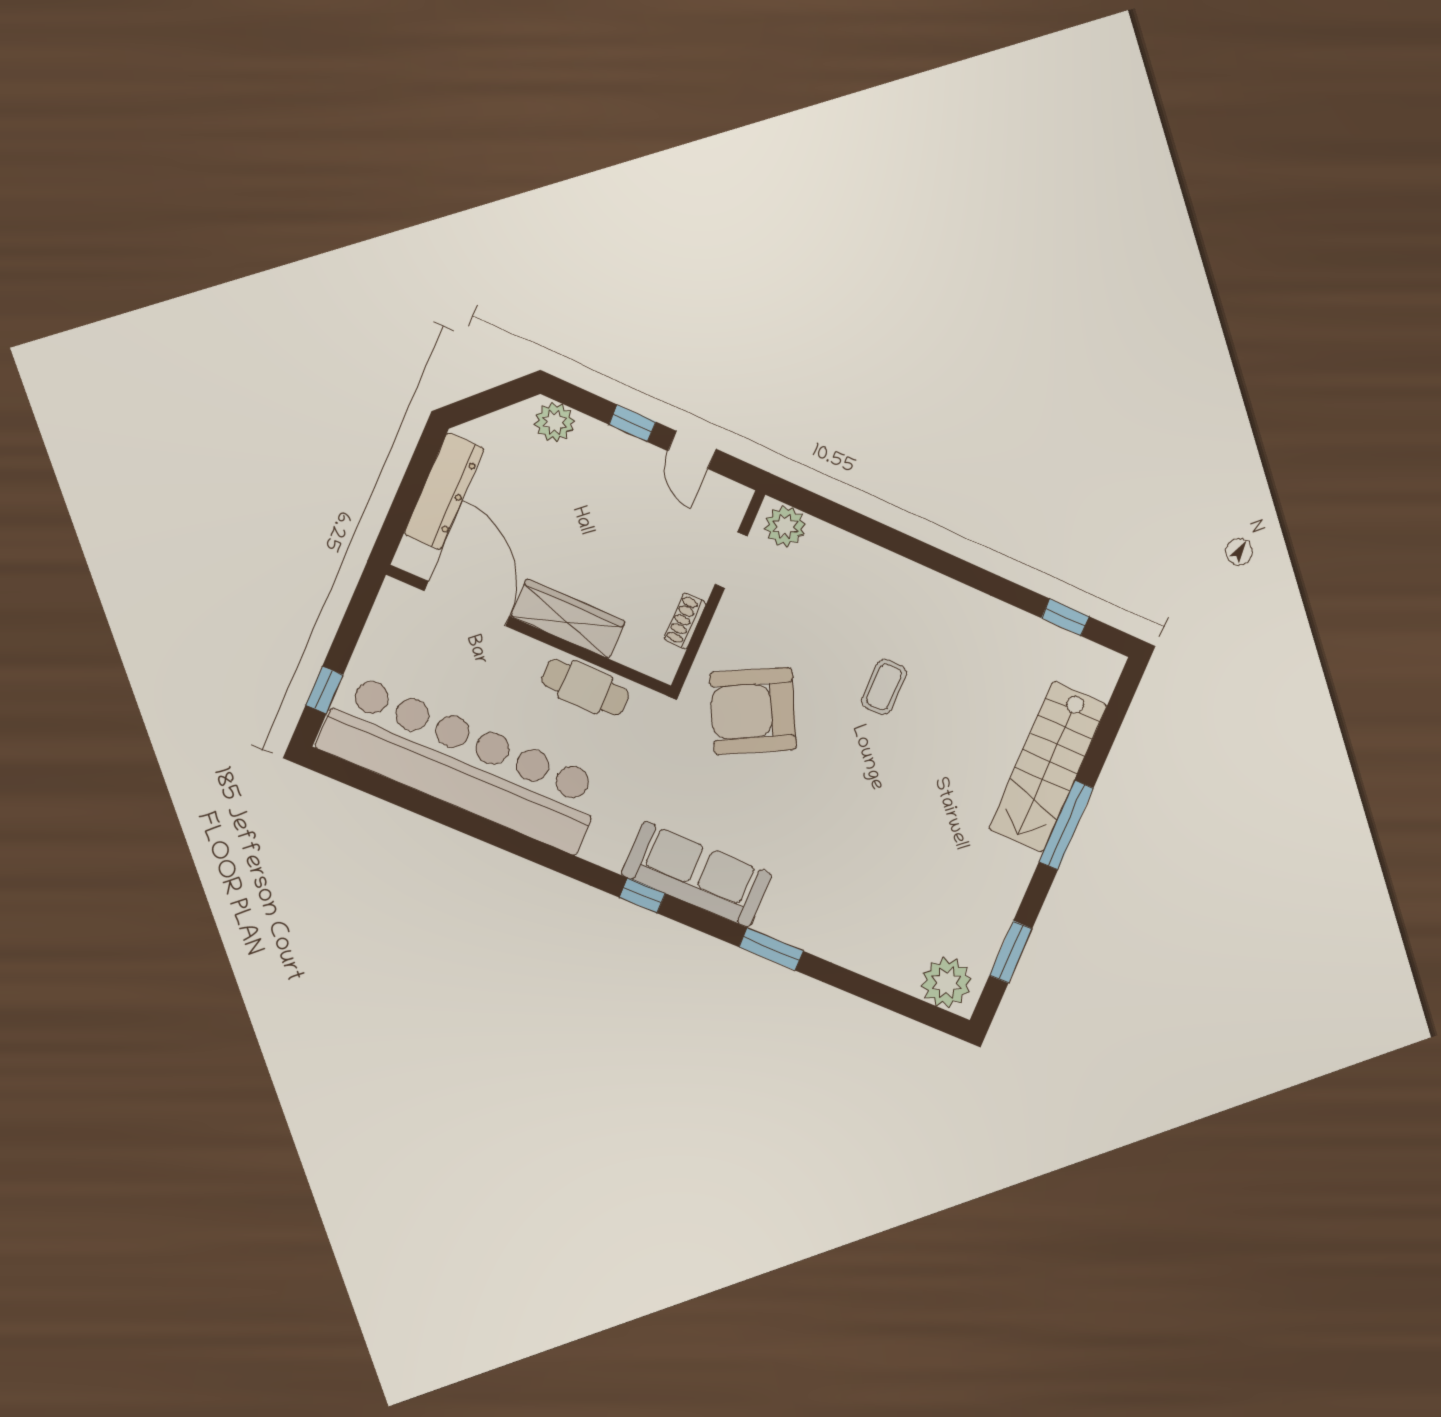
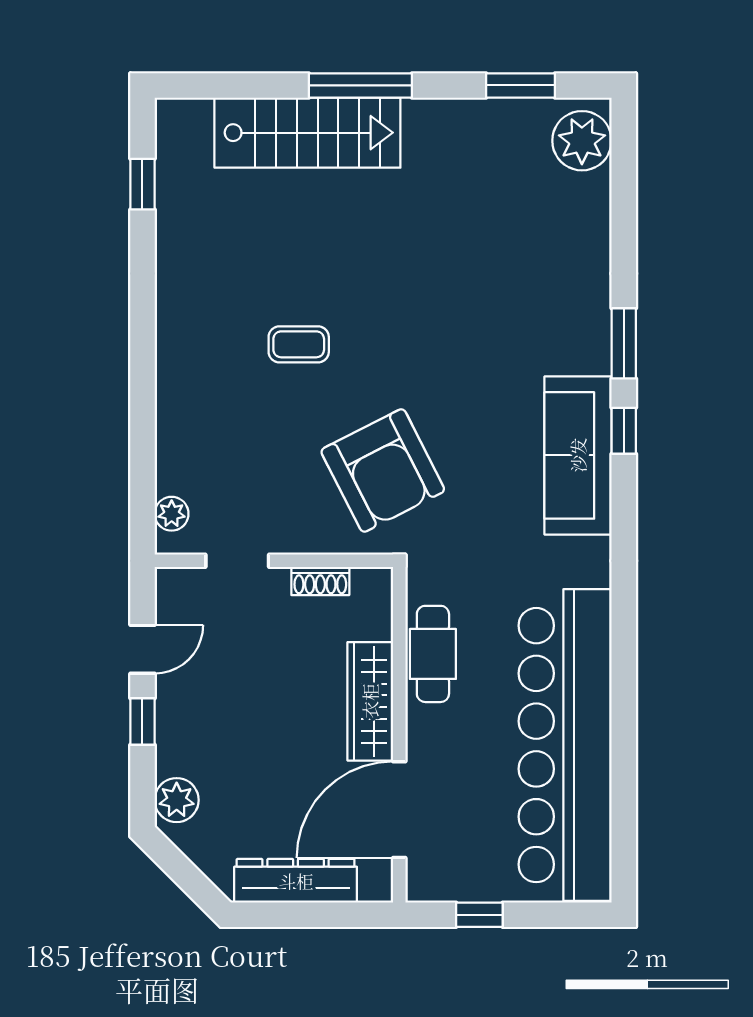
plant: (785, 526) -> (172, 514), width x0.73, depth x0.73
window: (324, 690) -> (479, 915), moved
window: (642, 896) -> (624, 431), moved

